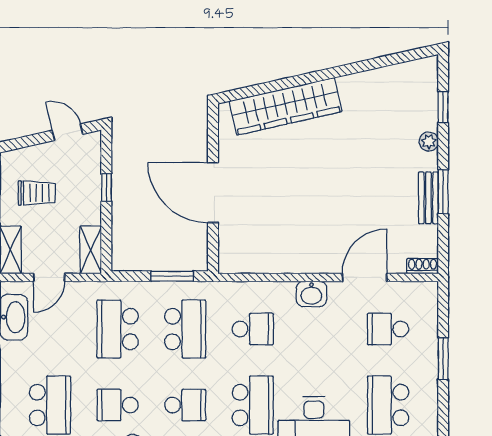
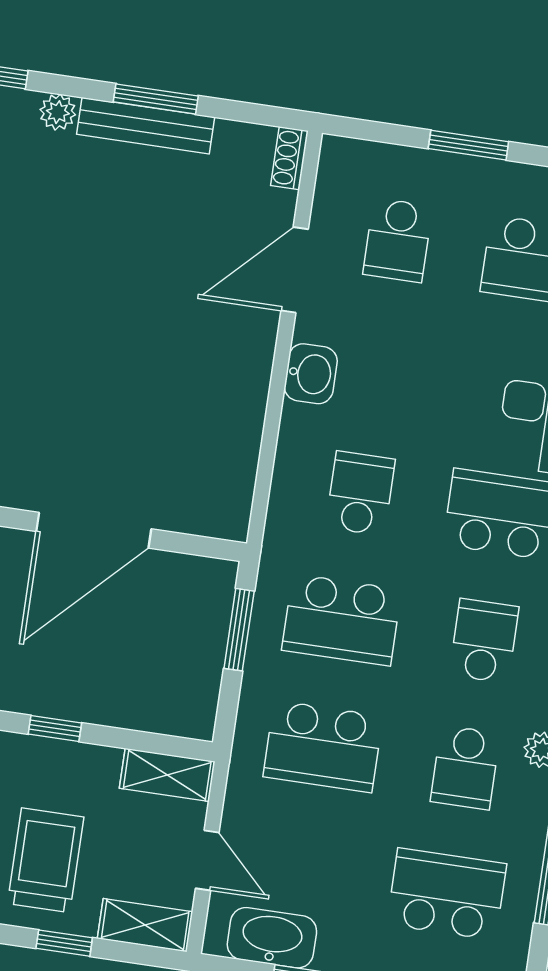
trolley: (37, 193) -> (46, 860), width x1.36, depth x1.39
bench: (428, 198) -> (146, 126), width x1.36
door: (365, 277) -> (295, 270), hinge flipped
school desk: (185, 329) -> (342, 620), turned 180

